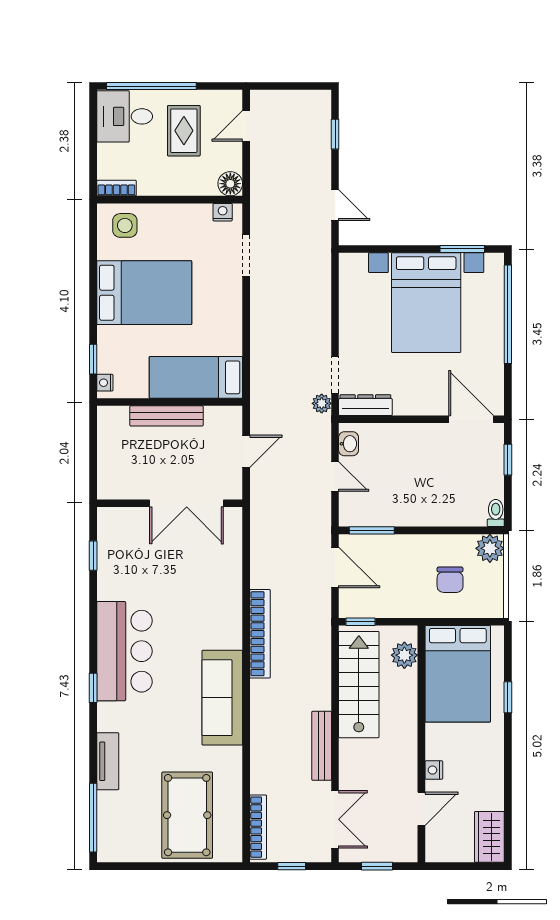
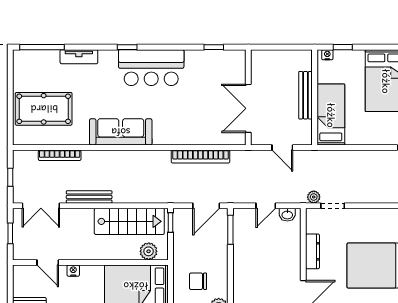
dresser: (365, 405) -> (313, 251), moved
bookcase: (260, 634) -> (200, 157), moved
bookcase: (258, 827) -> (60, 155), moved

